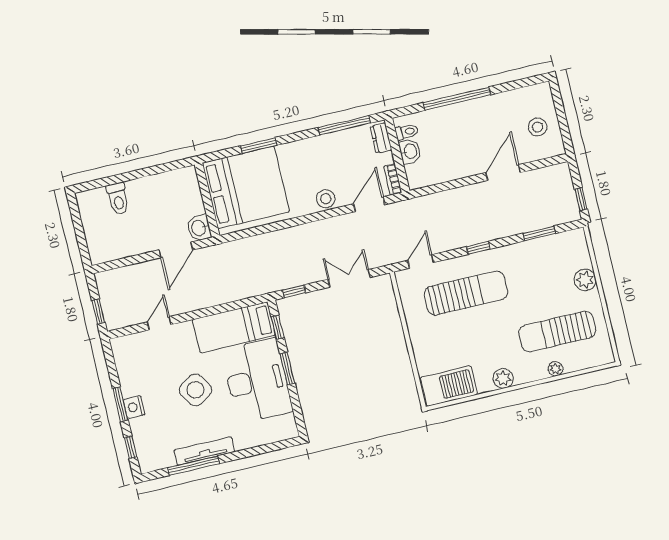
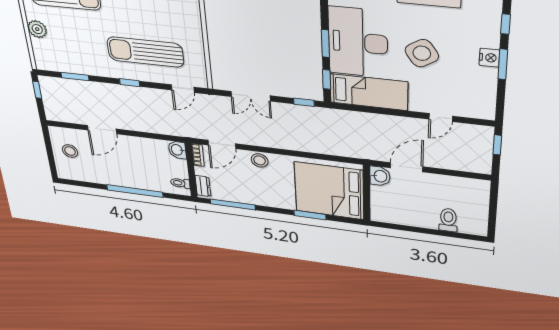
washbasin: (410, 151) -> (177, 150), moved

